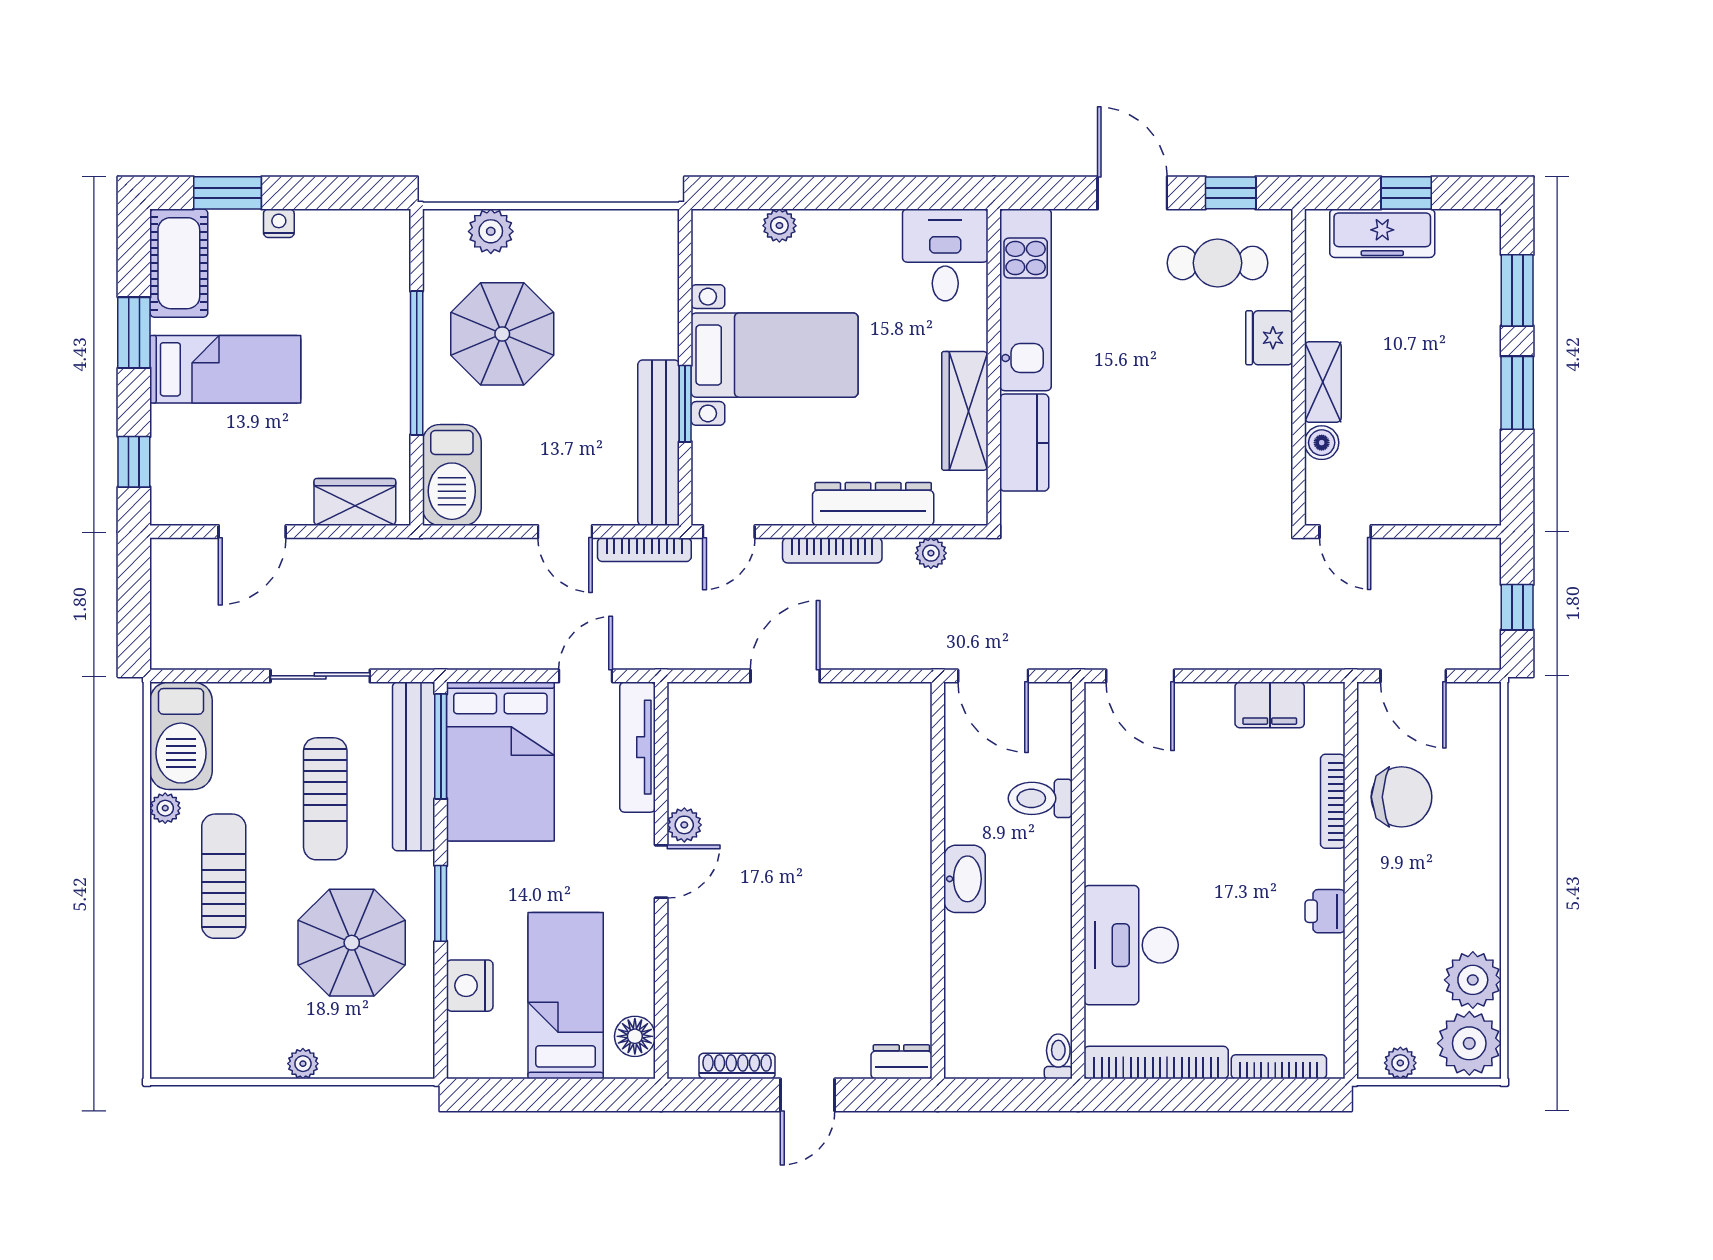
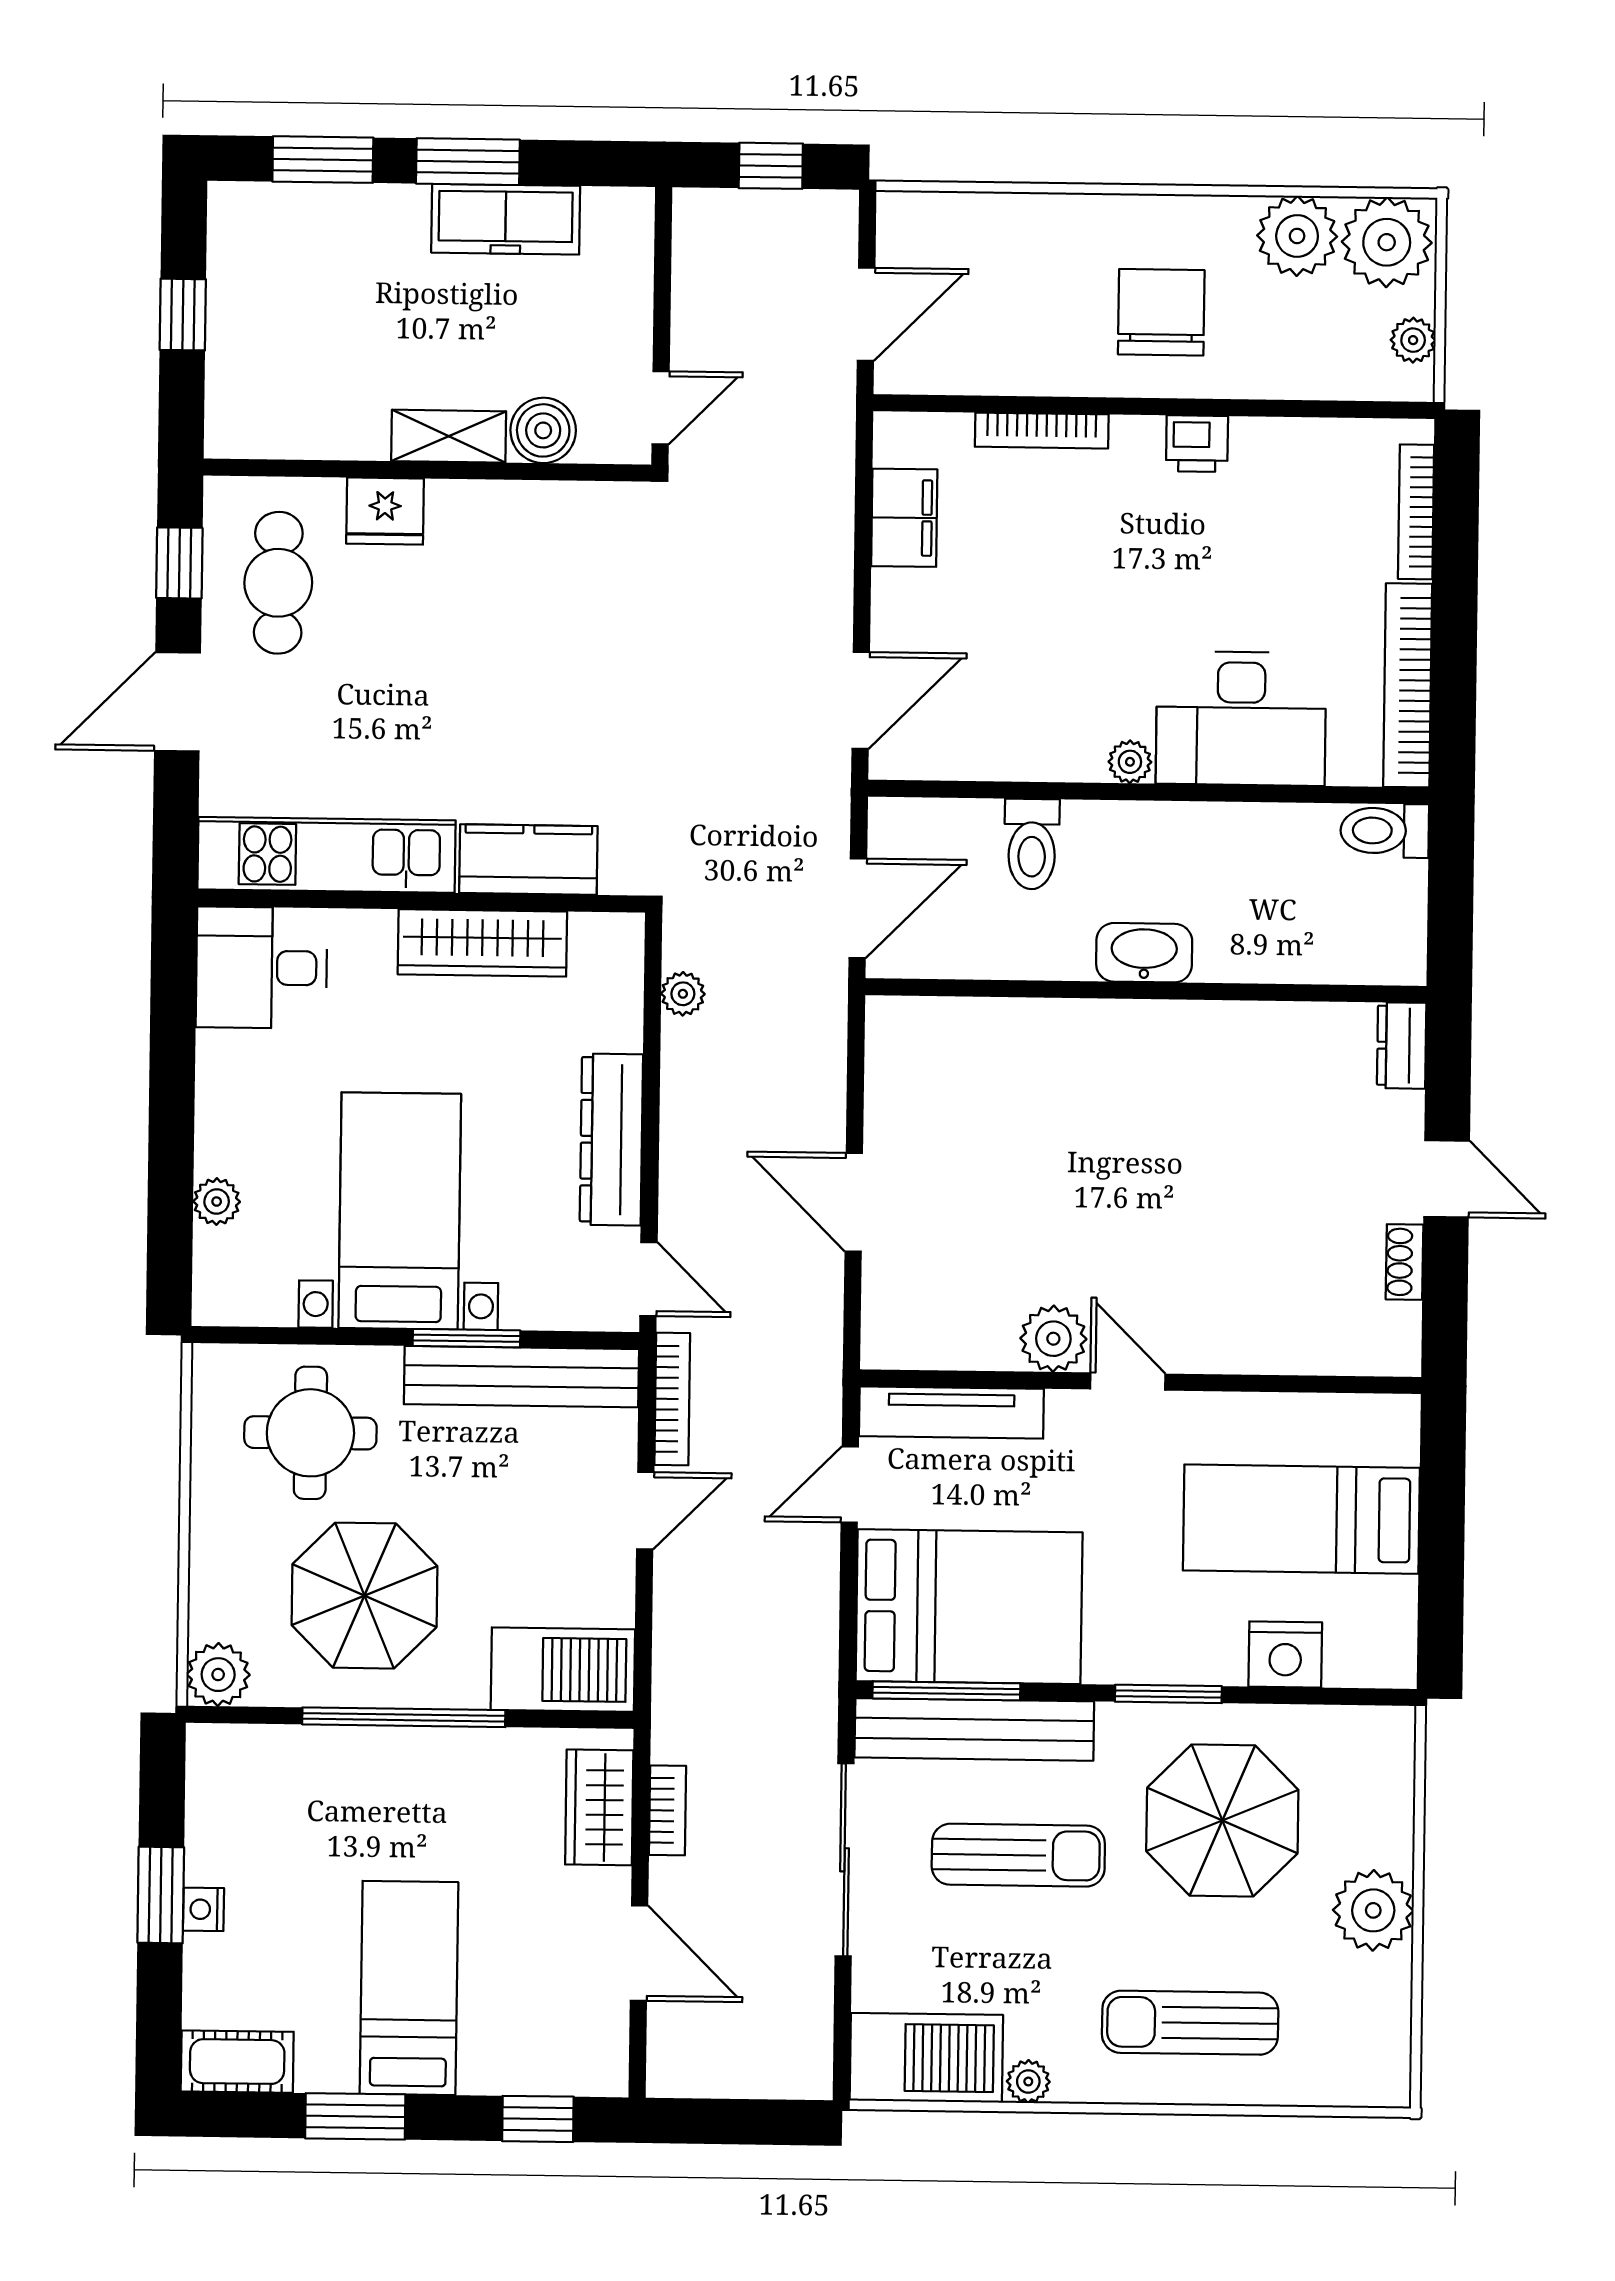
window: (227, 193) -> (161, 1895), moved
plant: (491, 231) -> (218, 1675), moved
freezer: (1382, 233) -> (506, 219), moved, turned 90
cot: (179, 263) -> (237, 2062), width x0.73, depth x0.75
round table: (617, 294) -> (310, 1433), added
boiler: (1322, 443) -> (543, 430), width x1.36, depth x1.36
dresser: (873, 504) -> (611, 1140), moved
bookcase: (832, 550) -> (668, 1810), moved, width x0.64
sliding door: (320, 676) -> (845, 1860), width x1.37
door: (586, 676) -> (850, 1485), hinge flipped
chair: (1401, 797) -> (1161, 312), moved
plant: (684, 825) -> (1053, 1339), width x1.38, depth x1.38
plant: (1099, 867) -> (1130, 762), added
sun lounger: (224, 876) -> (1190, 2023), moved
floor lamp: (635, 1036) -> (1360, 1422), removed
toilet: (1058, 1056) -> (1385, 831), width x1.37, depth x1.39
plant: (303, 1064) -> (1373, 1910), width x1.87, depth x1.87
shoe rack: (737, 1066) -> (1404, 1262), width x0.70

